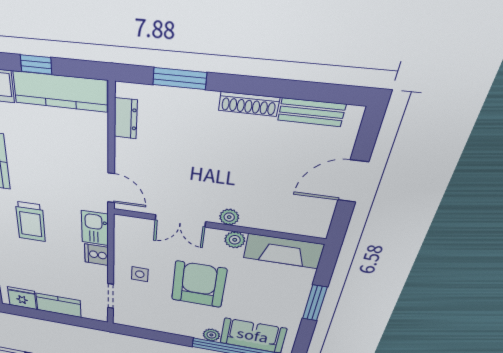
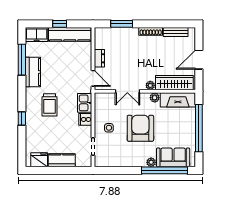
dresser: (126, 118) -> (99, 58), moved
wardrobe: (283, 219) -> (174, 83), added
window: (315, 303) -> (199, 128), width x2.11

